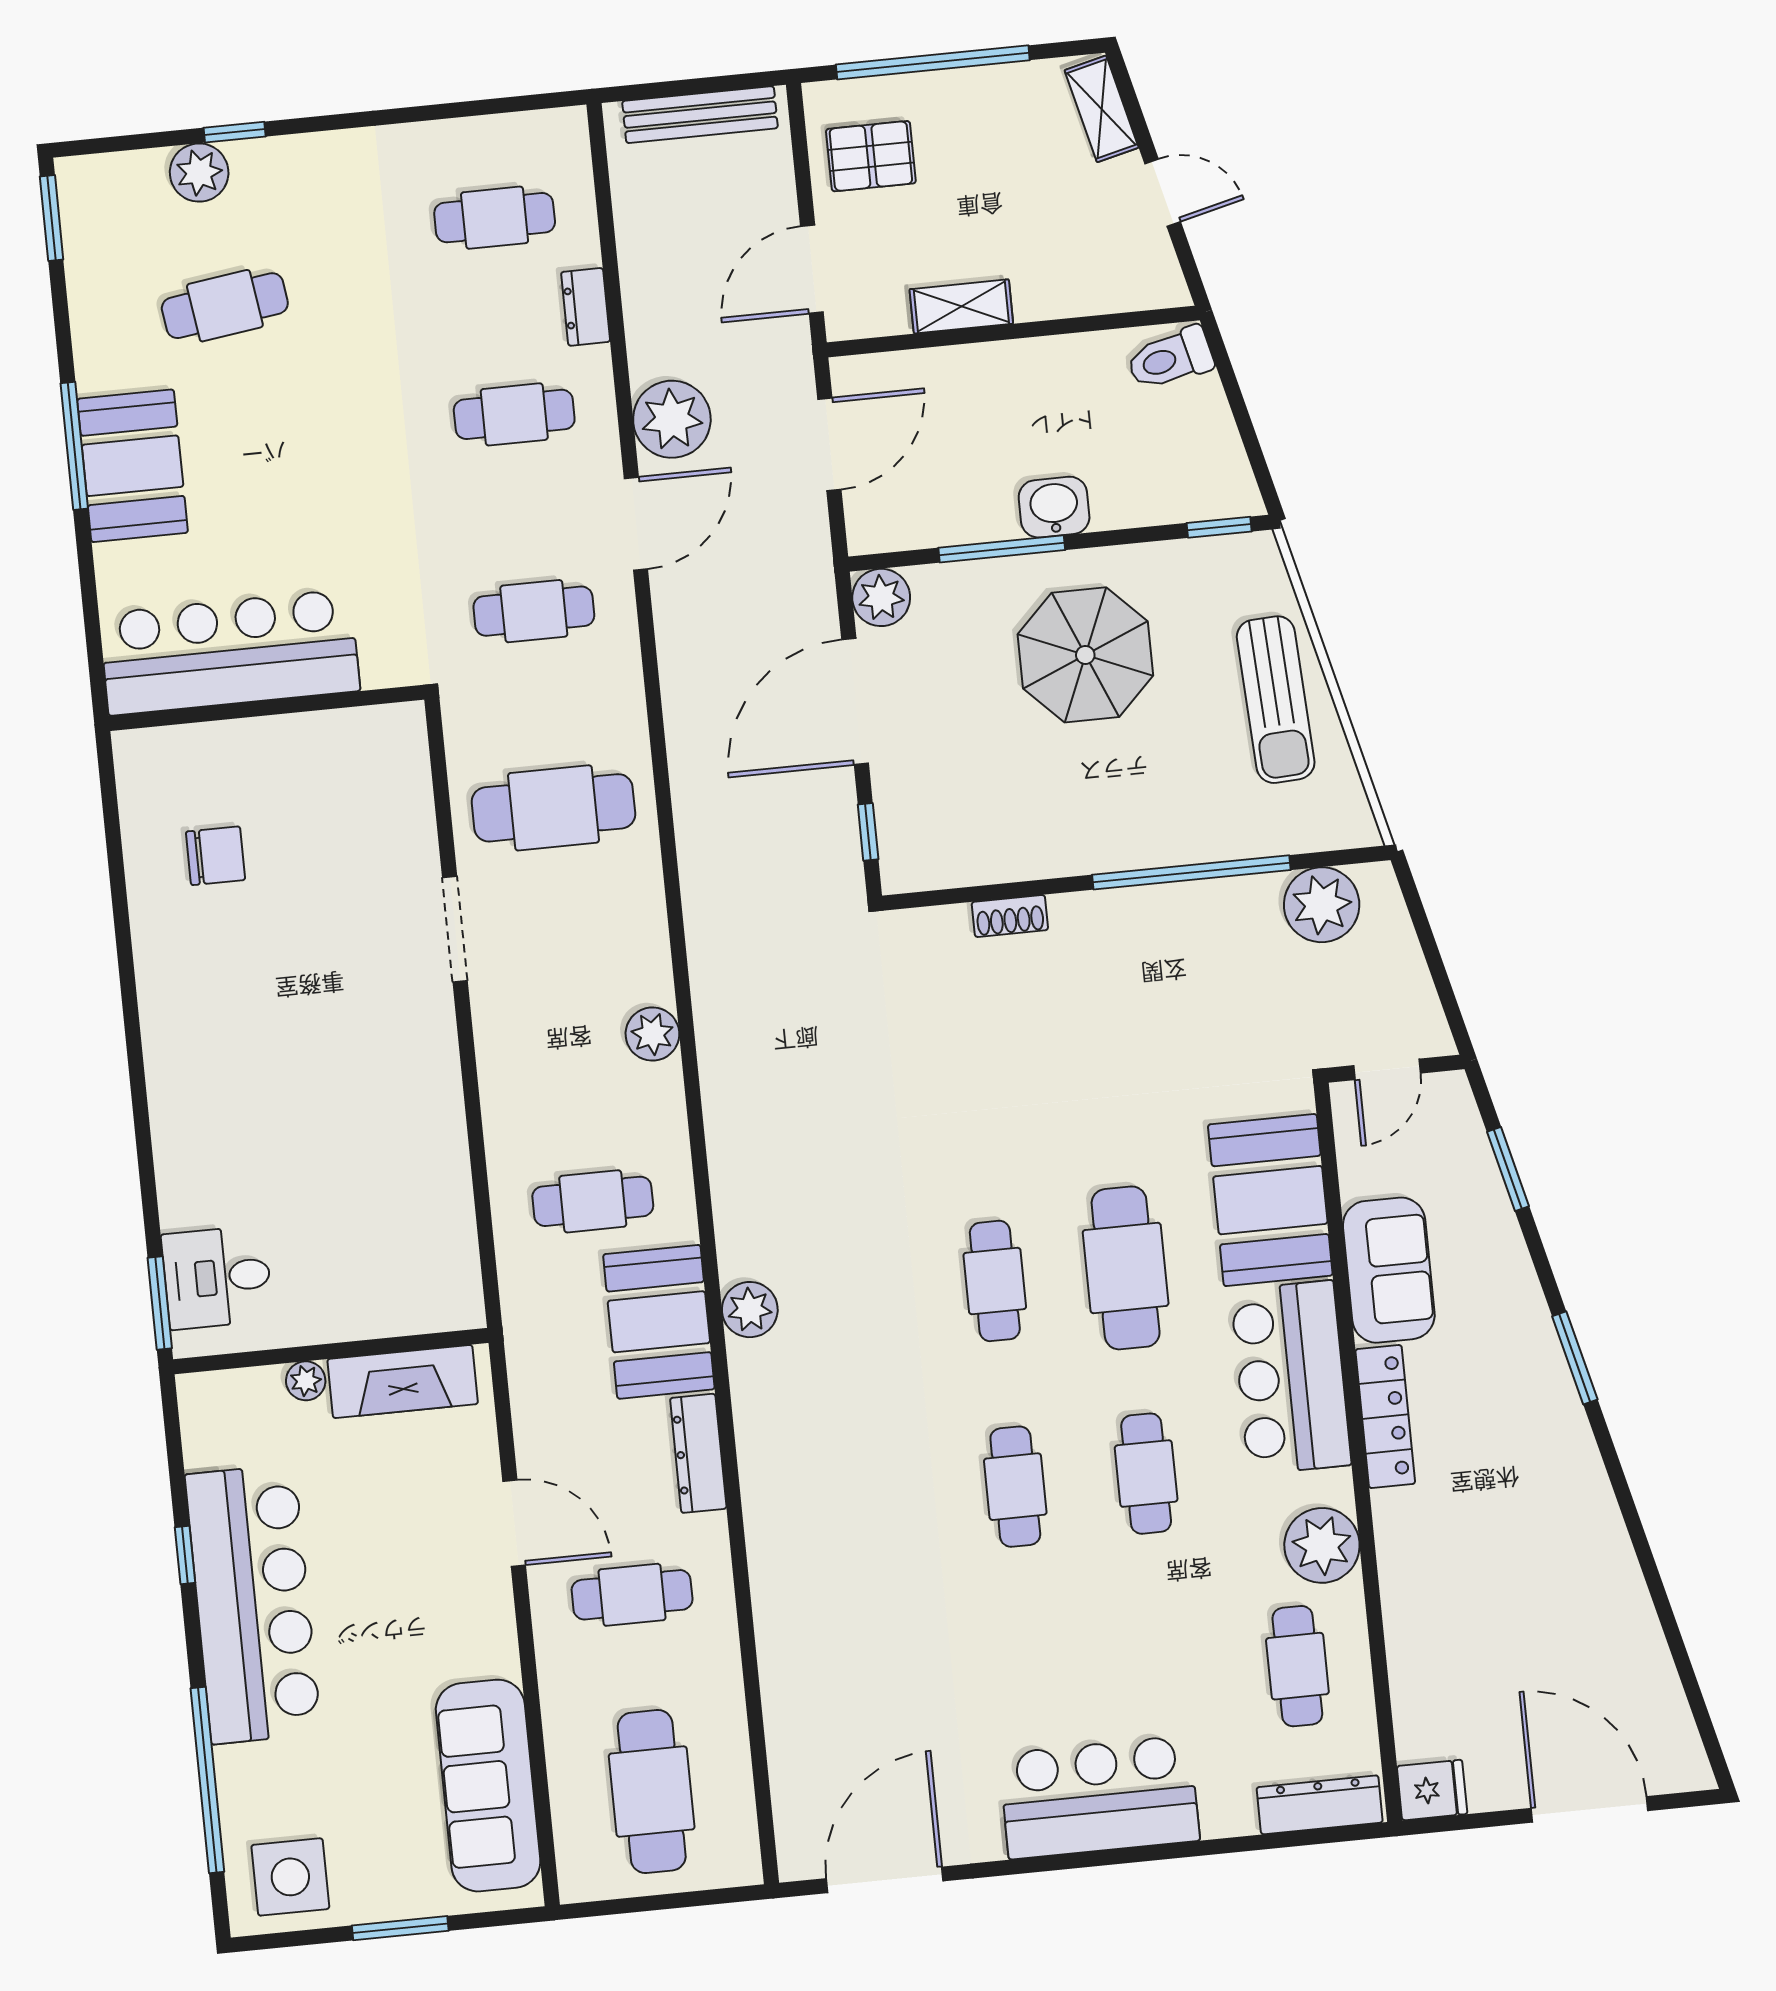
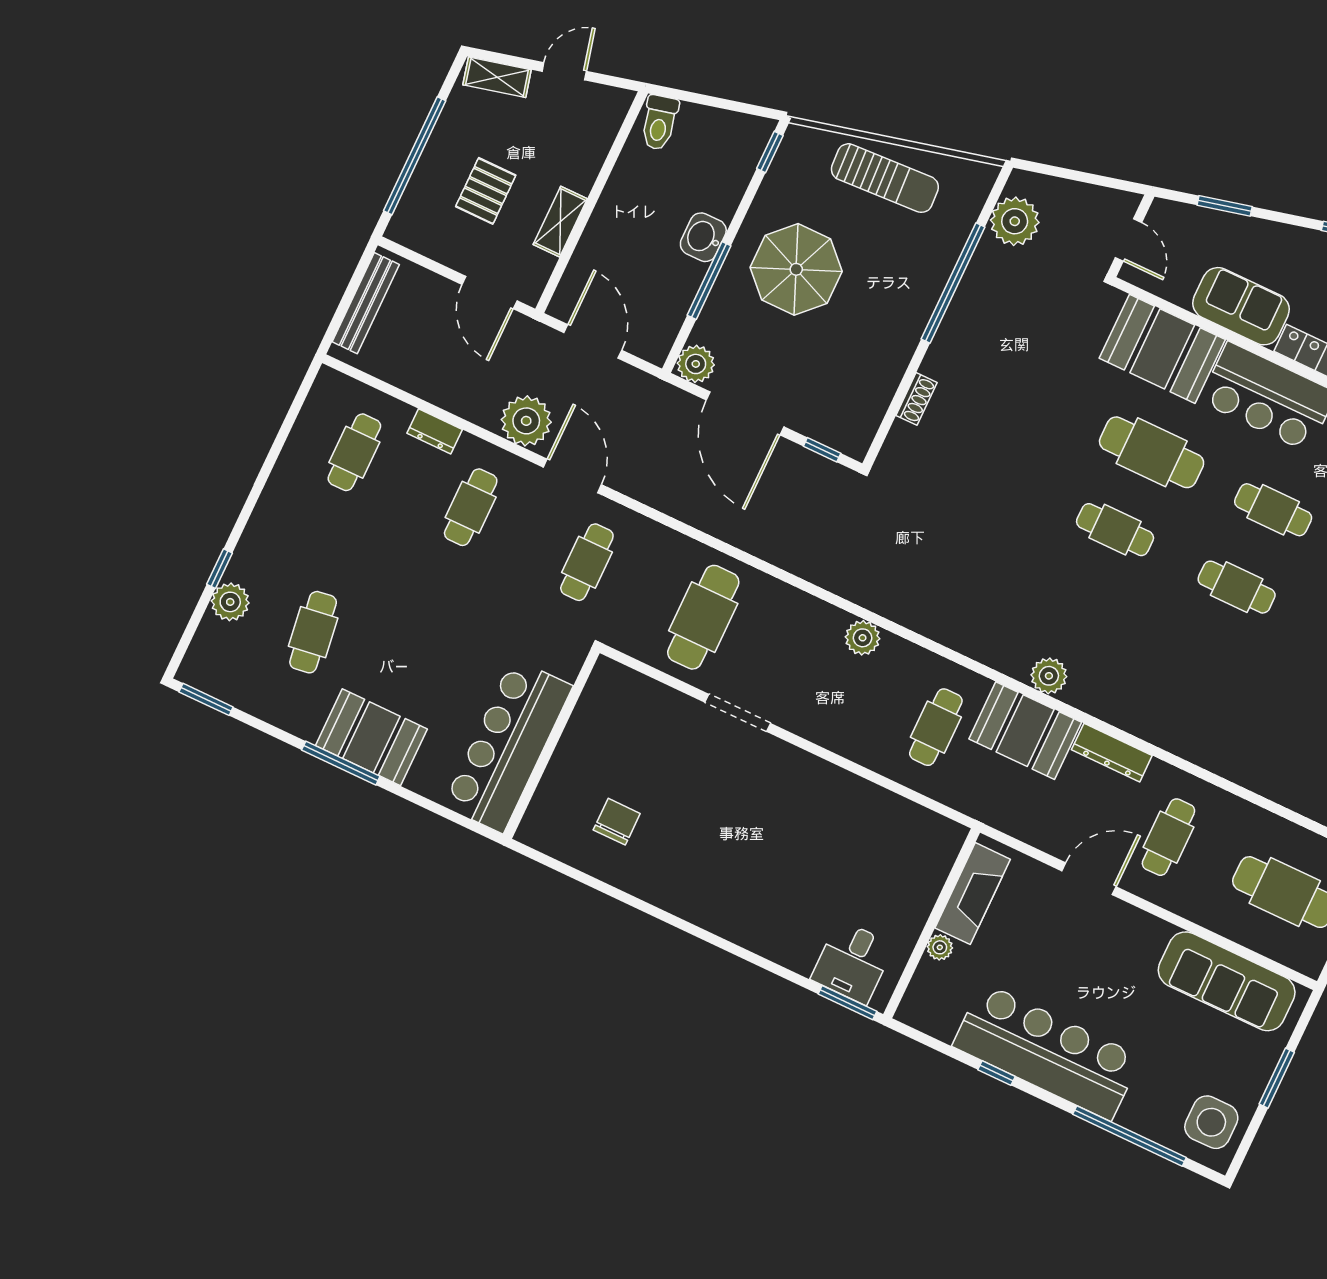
pallet: (871, 156) -> (486, 191), moved

